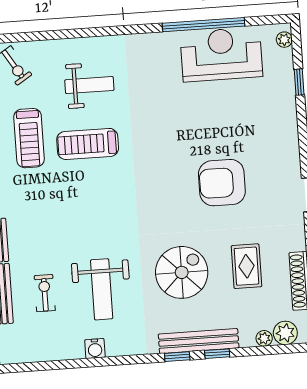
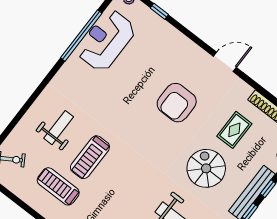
treadmill: (29, 138) -> (58, 186), turned 180
rug: (246, 266) -> (234, 130), turned 90

